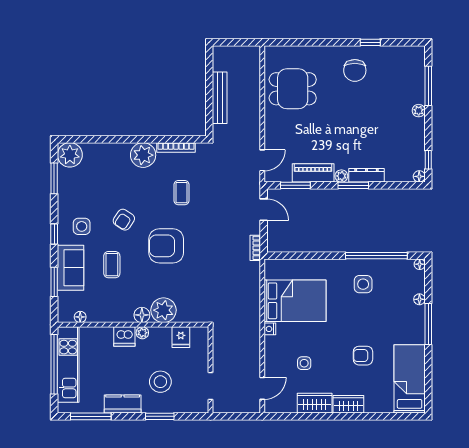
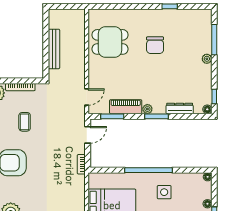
chair: (355, 70) -> (155, 45), moved
dresser: (366, 175) -> (180, 109), moved
door: (264, 210) -> (88, 135), hinge flipped
window: (376, 256) -> (148, 170), moved

